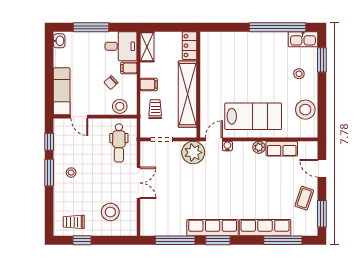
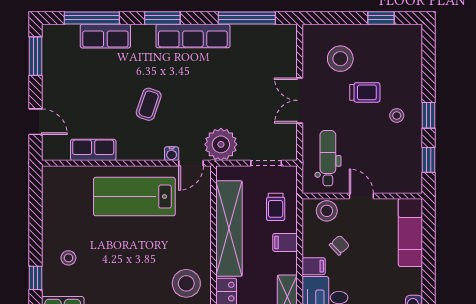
window: (322, 60) -> (35, 278), width x0.67
stool: (305, 110) -> (186, 283), moved
door: (79, 117) -> (361, 196), moved
plant: (259, 147) -> (126, 152), removed
window: (49, 173) -> (428, 115), width x0.67
coffee table: (304, 198) -> (149, 104), moved
trolley: (74, 222) -> (365, 92), moved
row of seats: (265, 228) -> (105, 36), width x0.68
window: (218, 240) -> (162, 18), moved

